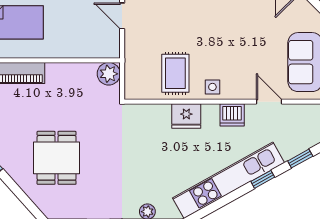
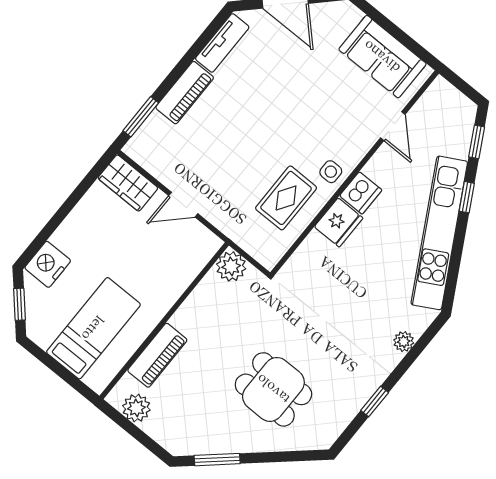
rug: (175, 73) -> (286, 198), turned 90
door: (269, 102) -> (393, 126), swing flipped
dishwasher: (232, 115) -> (361, 193), moved

